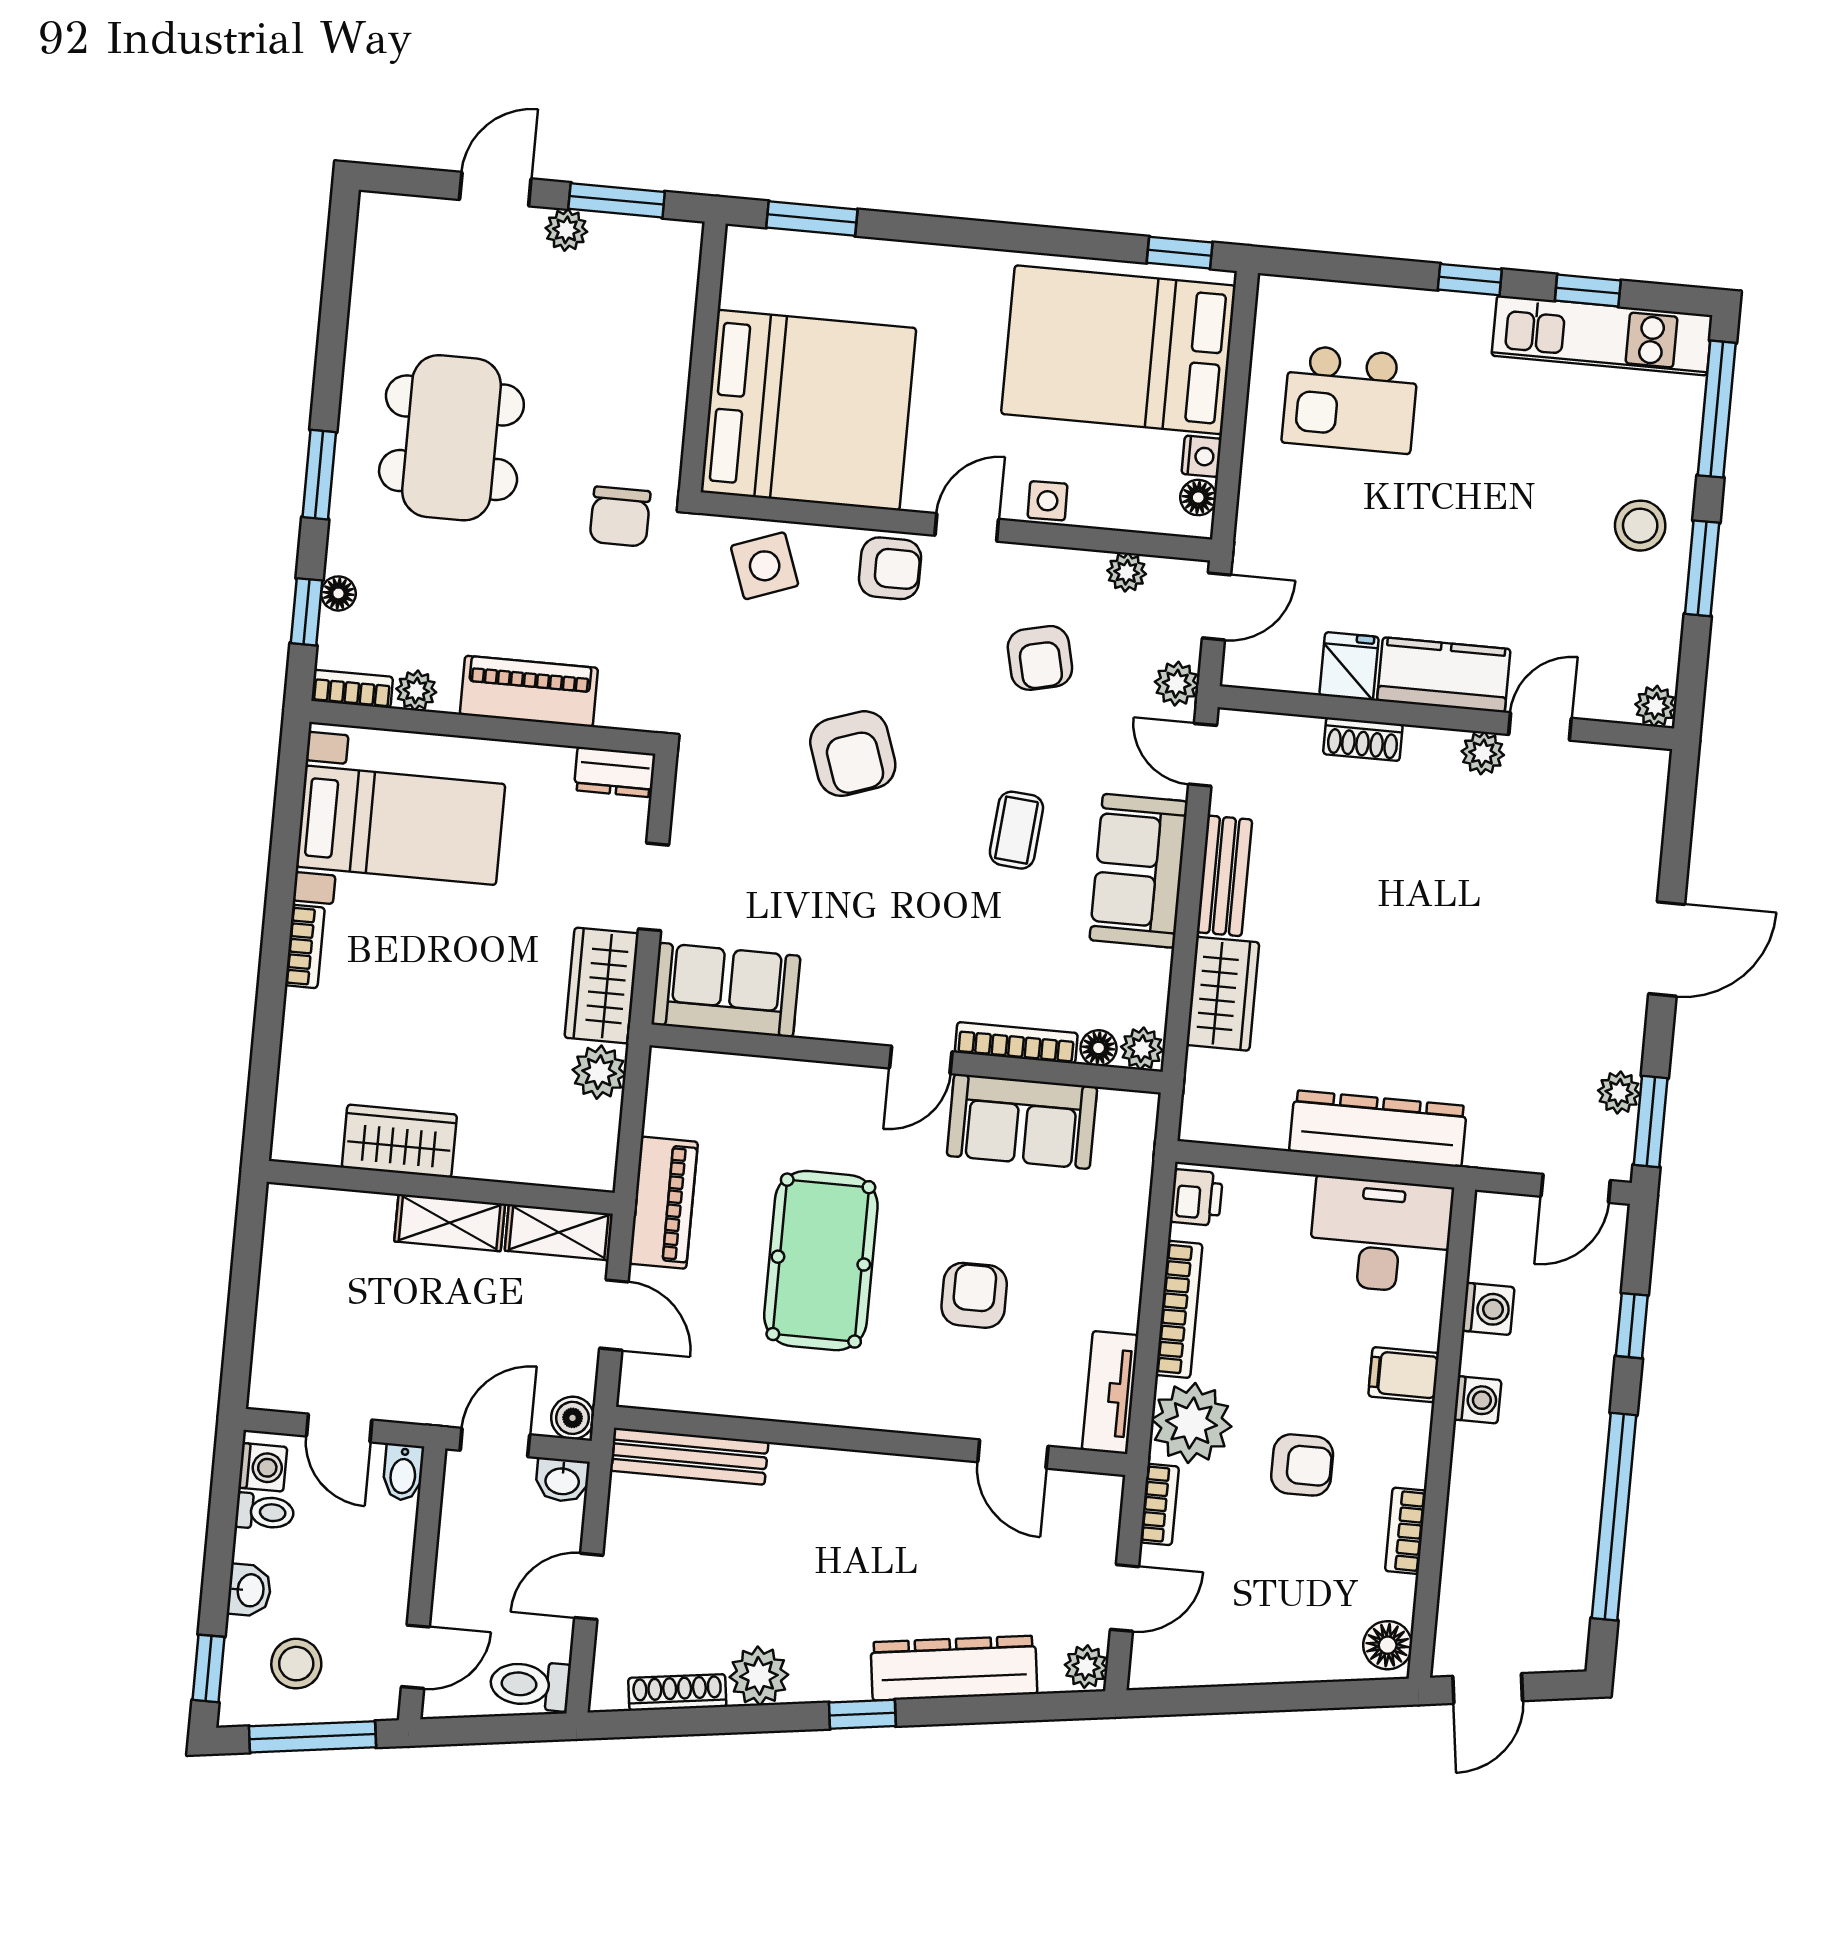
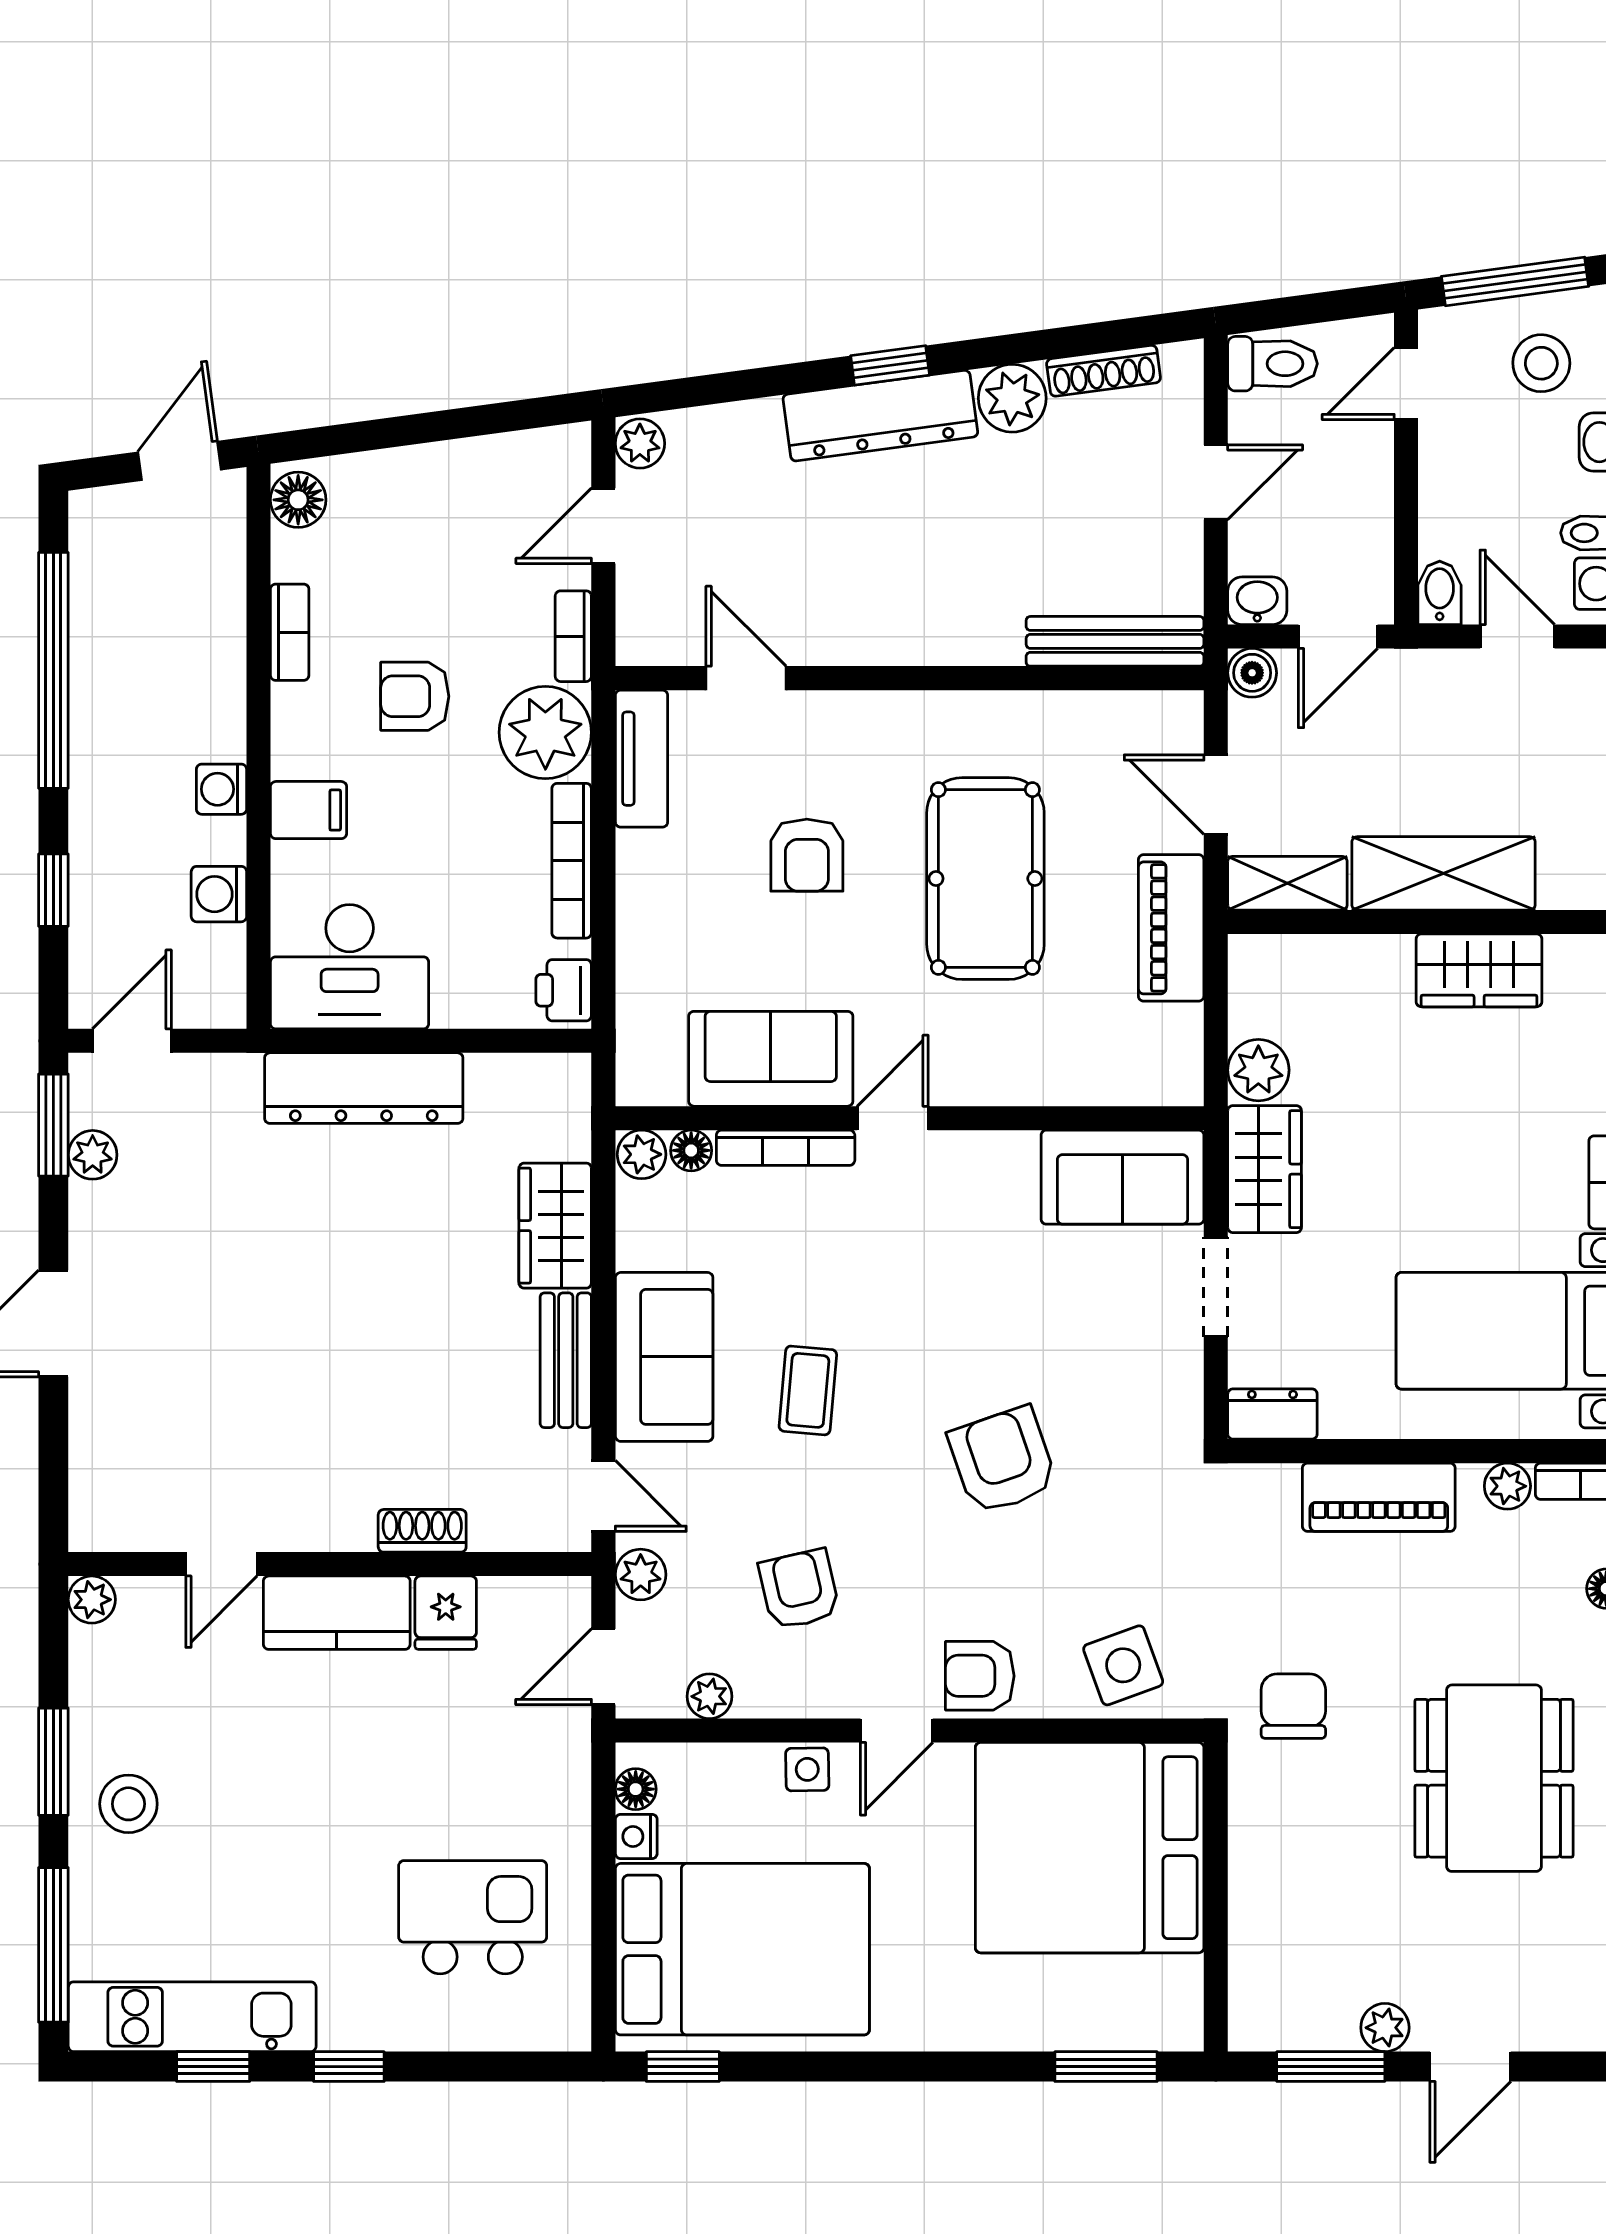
plant: (1483, 753) -> (284, 1528), removed
shelving: (450, 1223) -> (1444, 873), width x1.50, depth x1.33
dresser: (954, 1668) -> (880, 416), moved

